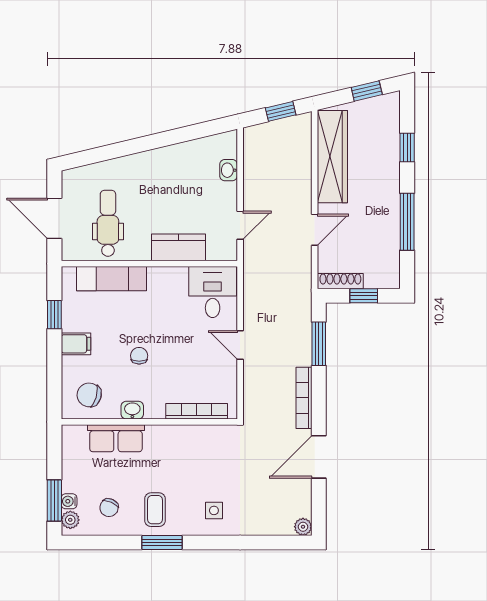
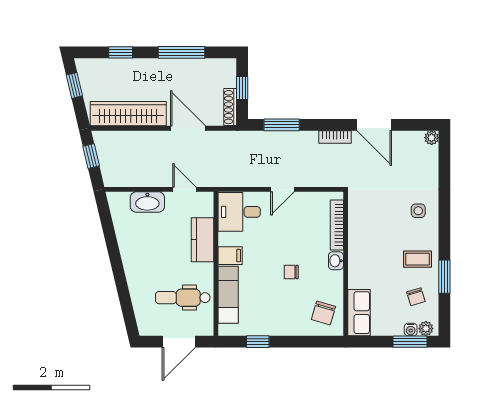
washbasin: (229, 170) -> (147, 202), width x1.91, depth x1.45
door: (315, 230) -> (188, 128), width x1.38
filing cabinet: (76, 344) -> (230, 256), moved, turned 90
bookcase: (304, 398) -> (335, 137), width x0.64
washbasin: (132, 410) -> (336, 261), moved
row of seats: (116, 438) -> (359, 313), moved
chair: (109, 508) -> (416, 297), turned 49
window: (162, 543) -> (444, 277), moved

